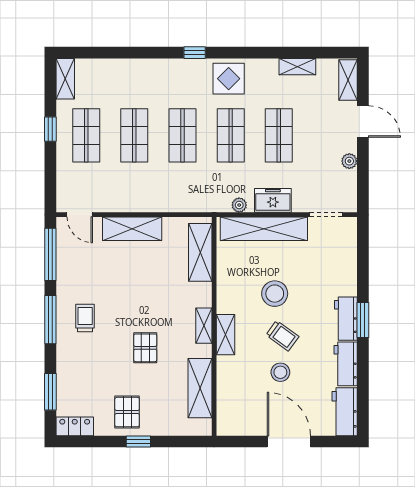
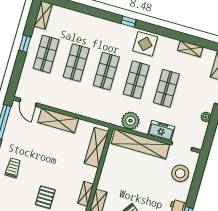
freezer: (273, 200) -> (161, 131), moved
plant: (239, 205) -> (130, 121), width x1.88, depth x1.88
stool: (275, 294) -> (180, 173), moved

